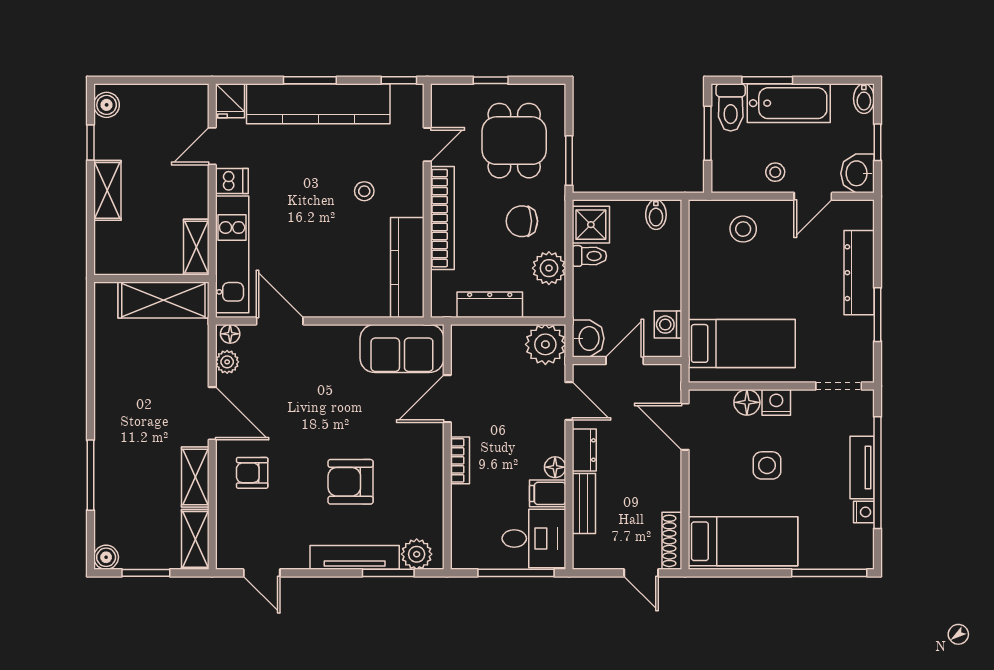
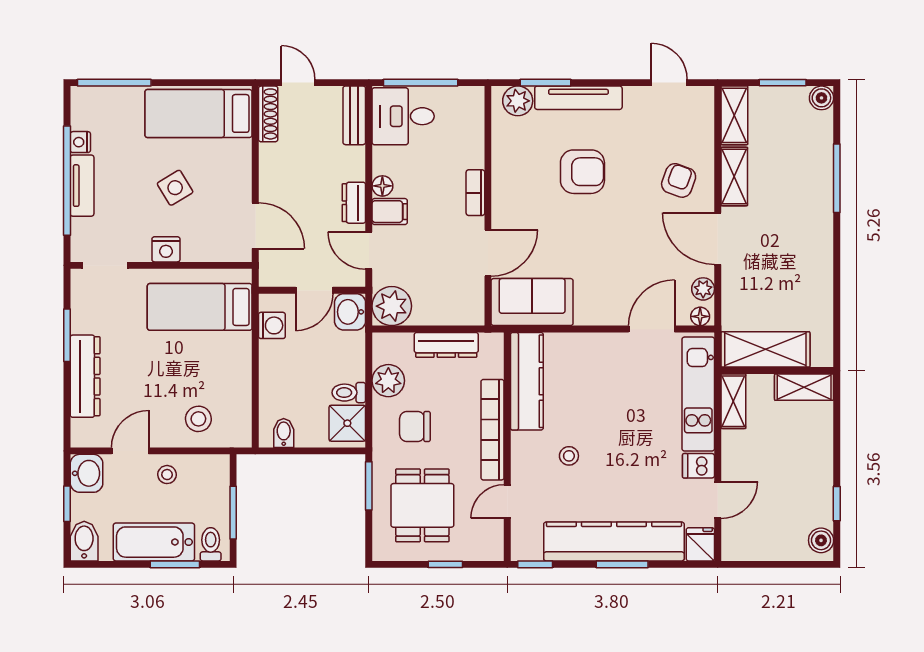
bidet: (864, 99) -> (84, 541), width x1.38, depth x1.36
toilet: (731, 107) -> (211, 544), width x0.73, depth x0.72
shelving: (107, 190) -> (804, 387), moved, turned 90
chair: (522, 221) -> (415, 427), turned 180
door: (280, 321) -> (652, 329), swing flipped
floor lamp: (747, 402) -> (195, 249), removed
side table: (767, 465) -> (175, 188), turned -31
armchair: (252, 473) -> (679, 180), turned -70
filing cabinet: (548, 493) -> (390, 212), moved
bench: (584, 503) -> (354, 115), moved

